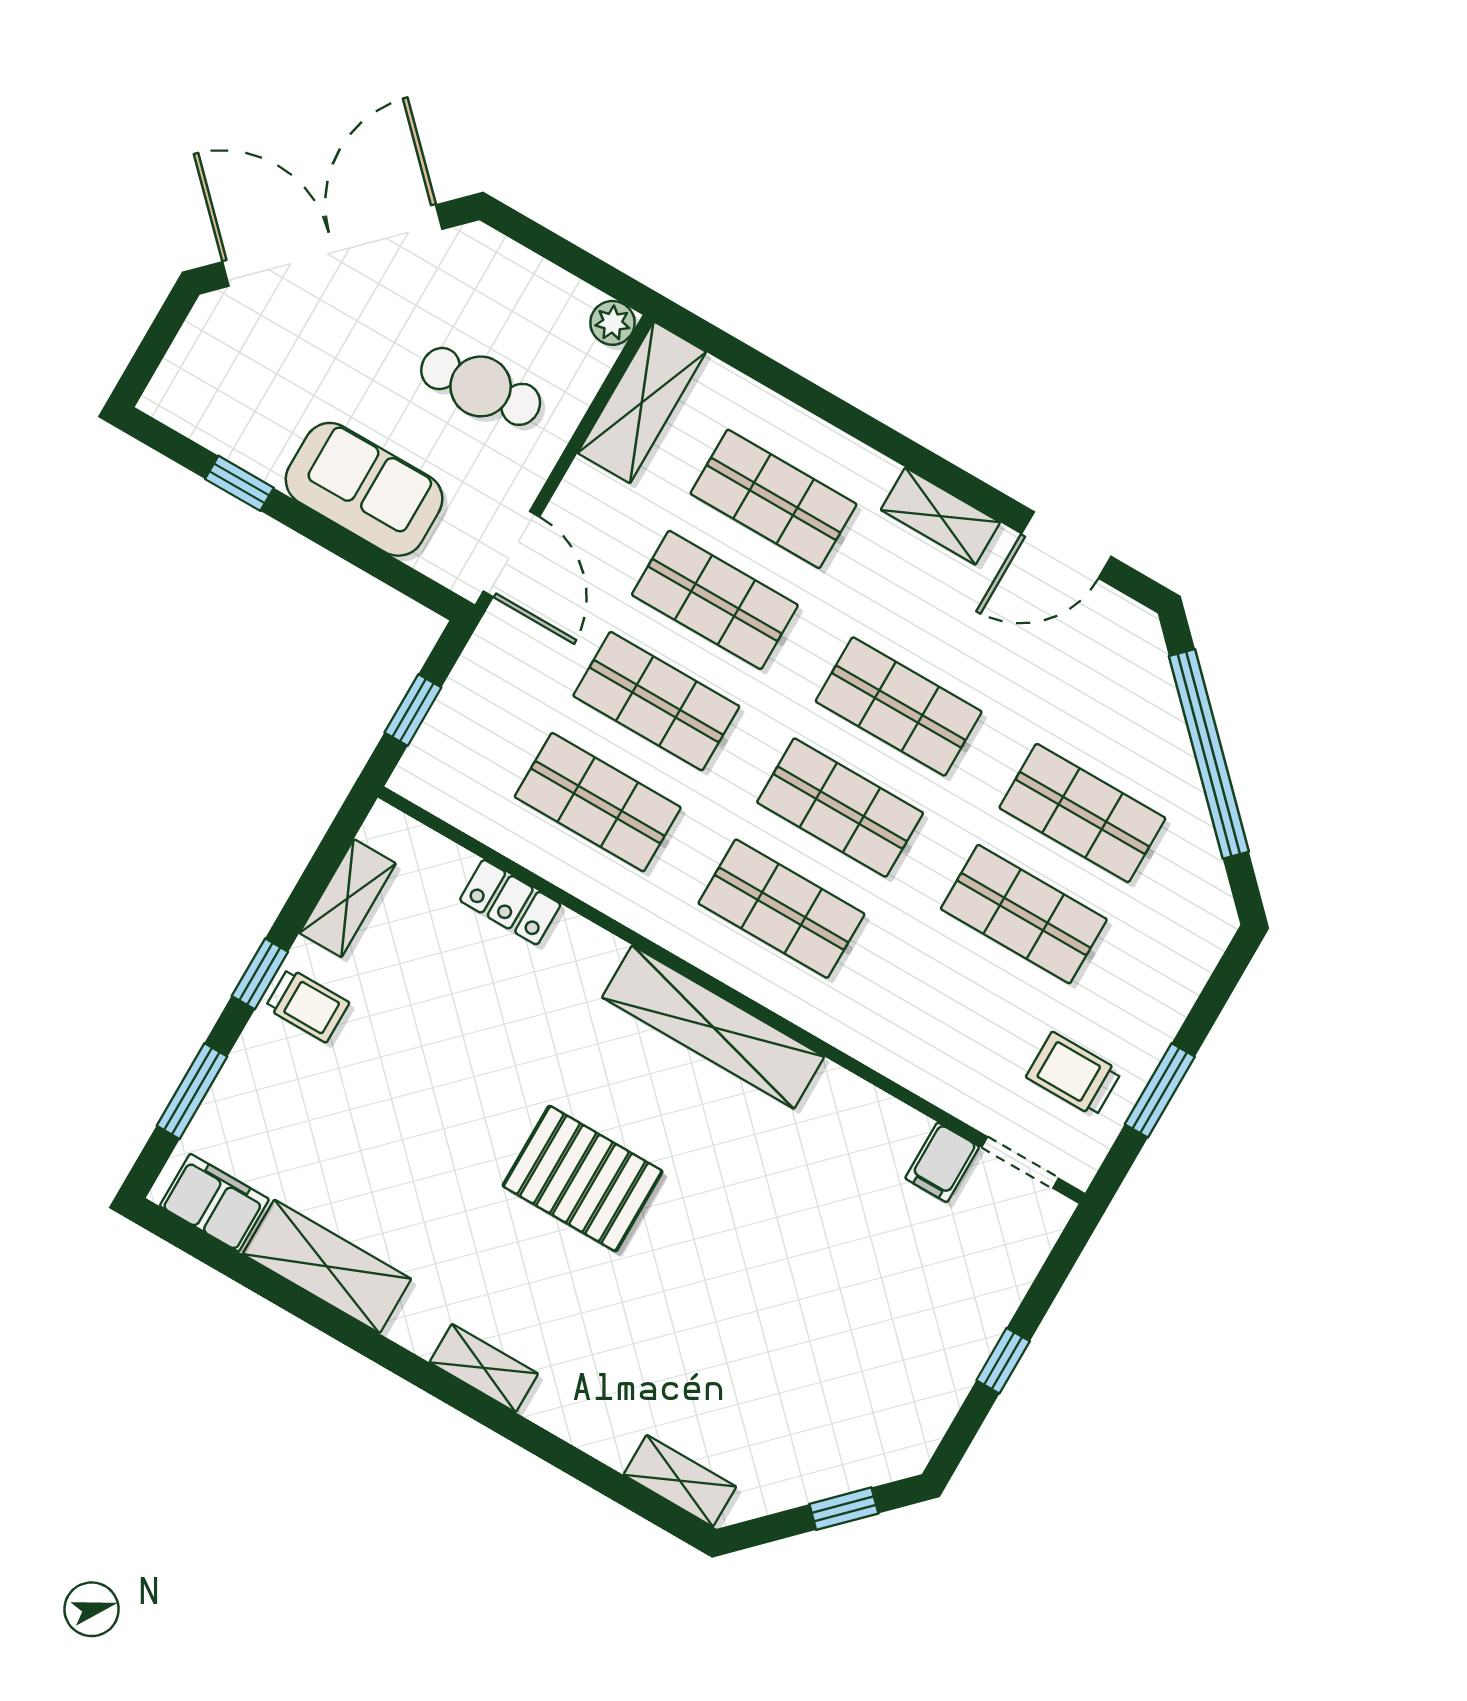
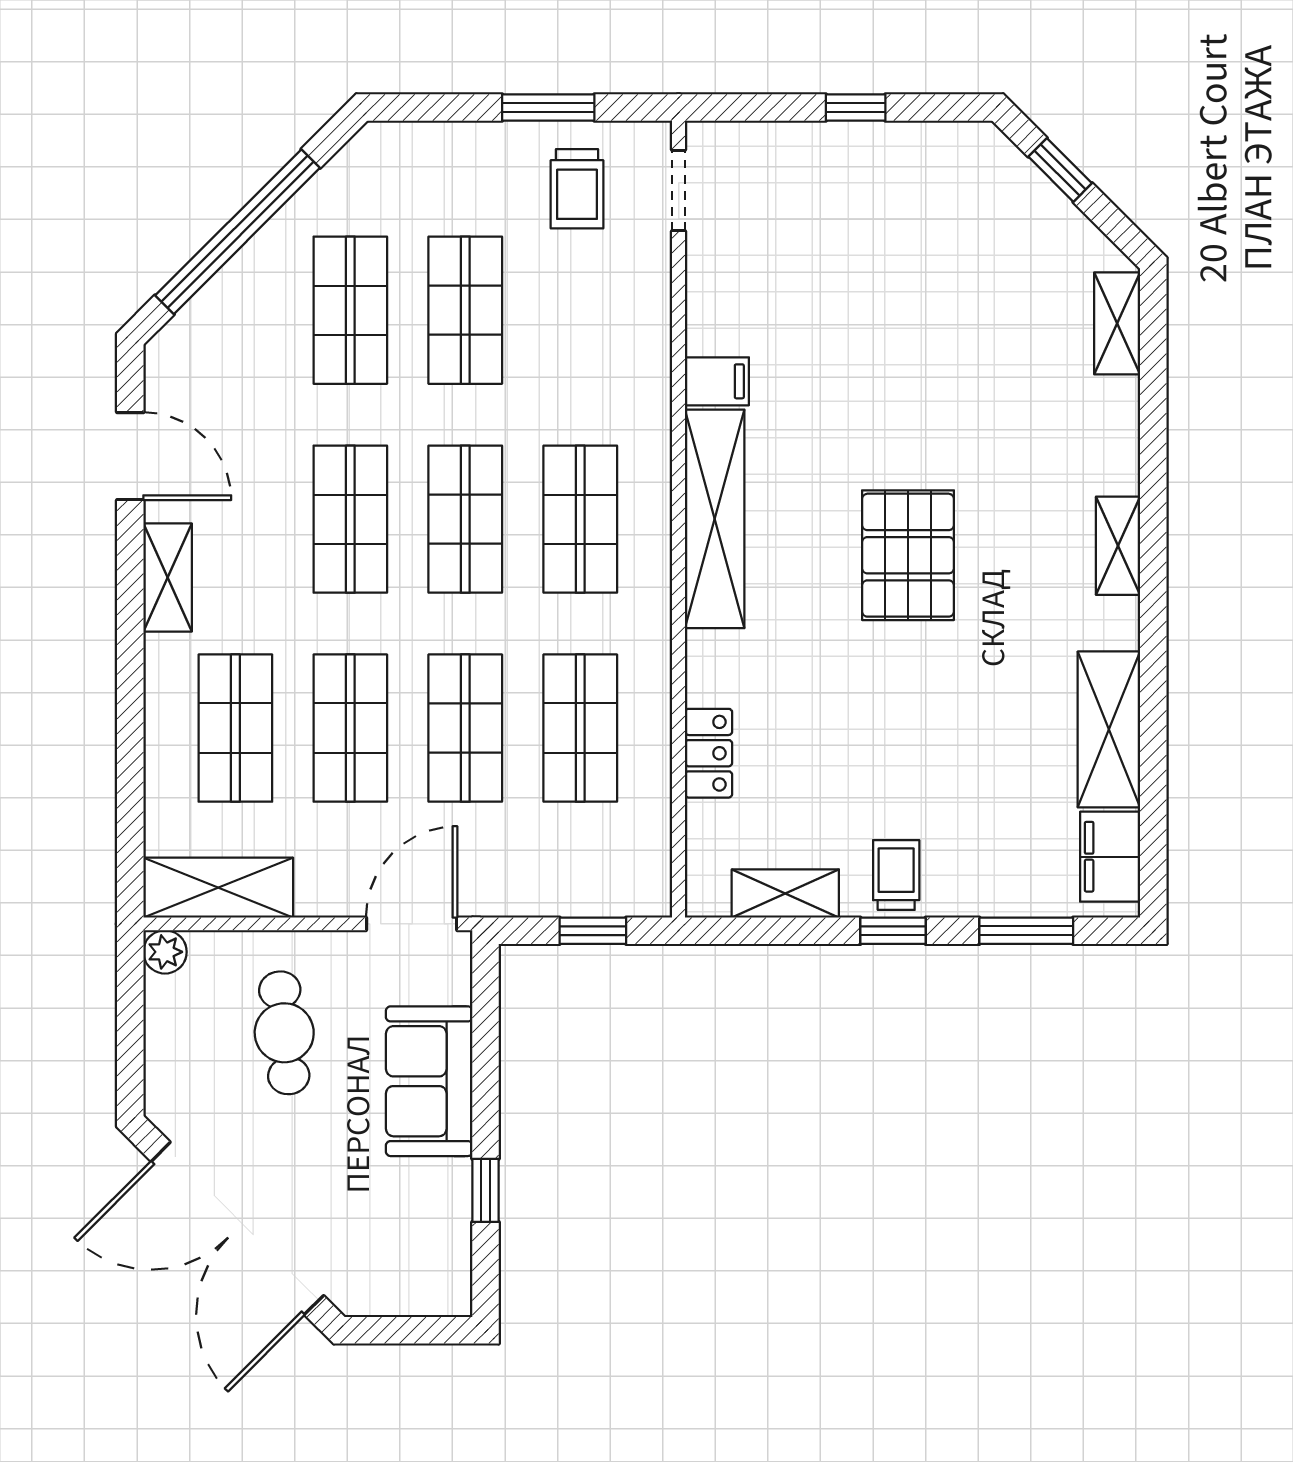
filing cabinet: (942, 1162) -> (717, 381), moved

